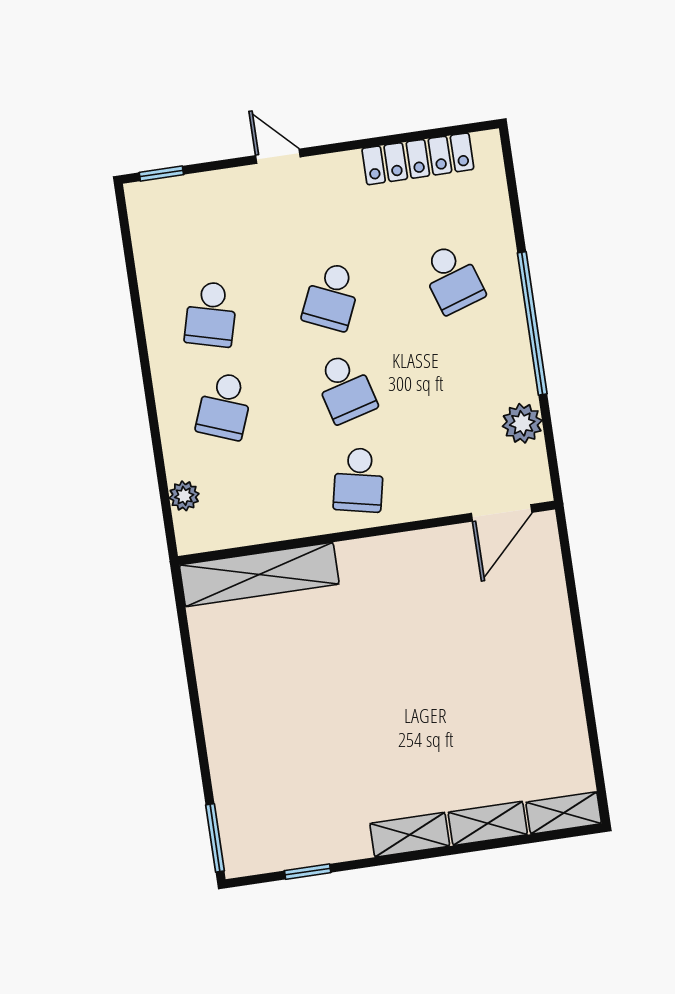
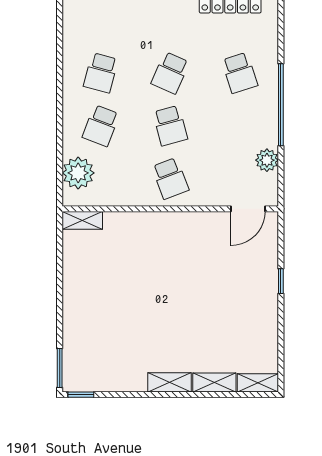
school desk: (359, 480) -> (170, 178), turned -33
plant: (184, 496) -> (78, 173), width x1.87, depth x1.87
shelving: (259, 575) -> (82, 220), width x0.45, depth x0.75
window: (577, 630) -> (281, 281), added
window: (308, 872) -> (81, 395), moved

